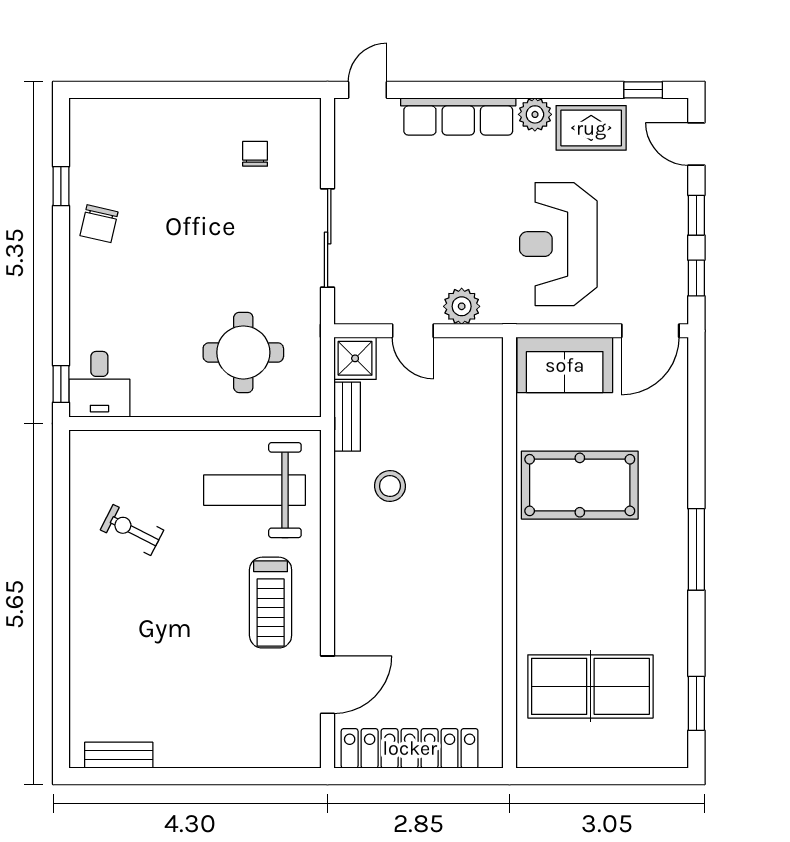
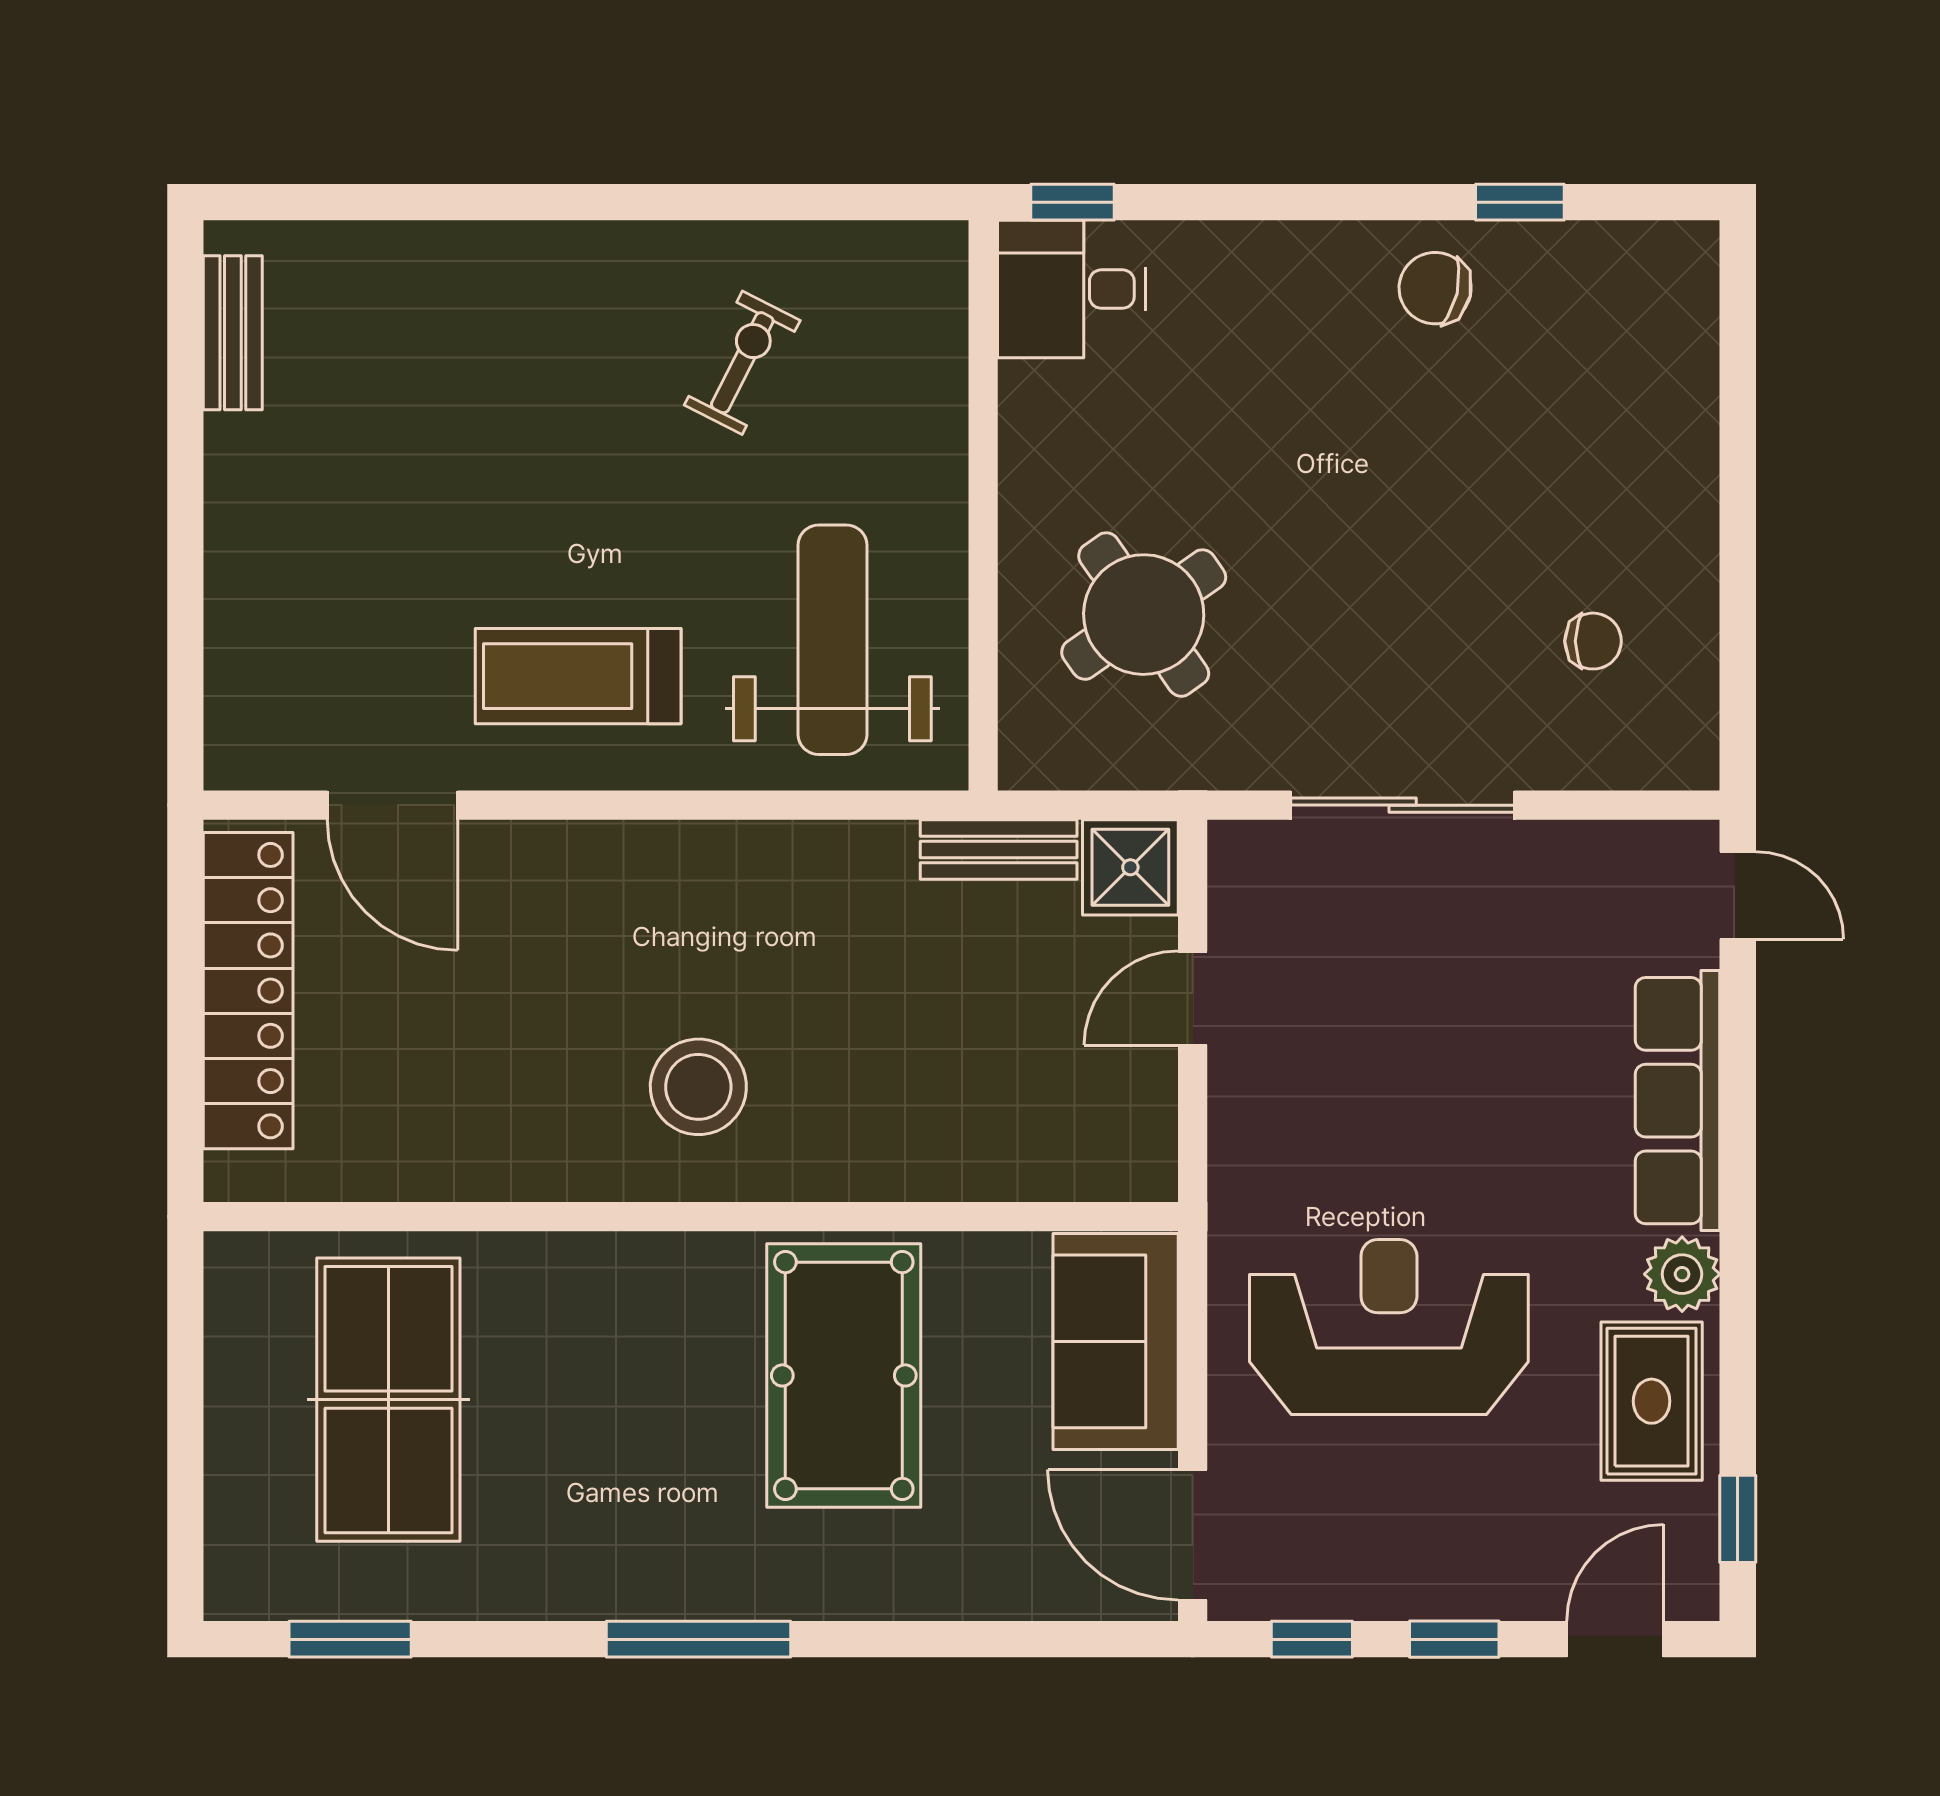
plant: (462, 306) -> (1248, 1108), removed
round table: (243, 352) -> (1144, 615), turned -35
stool: (390, 486) -> (698, 1087), moved, width x1.38, depth x1.38

